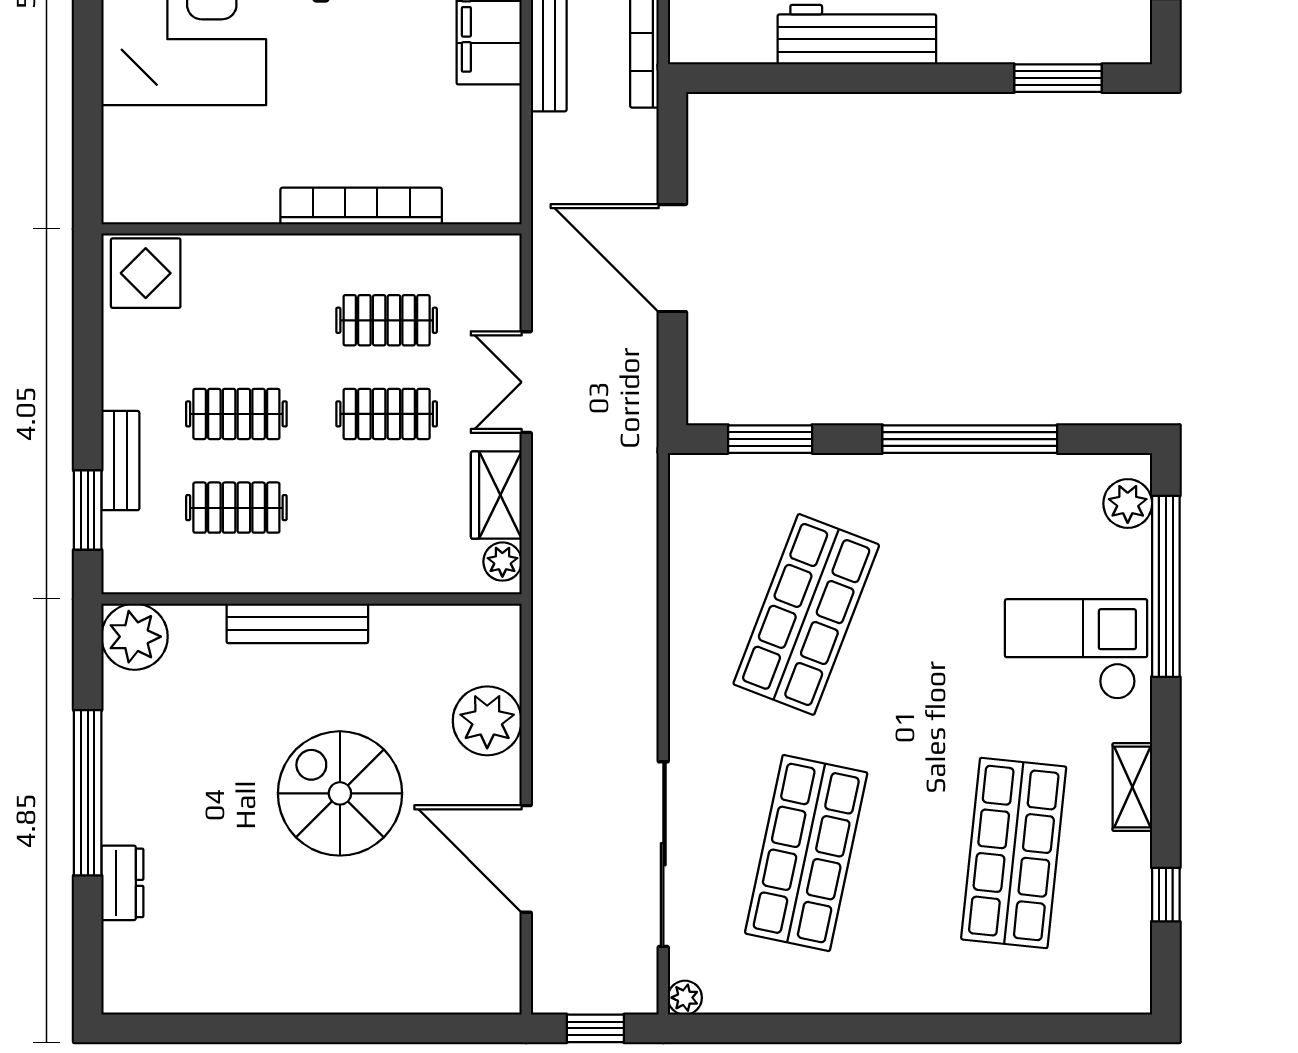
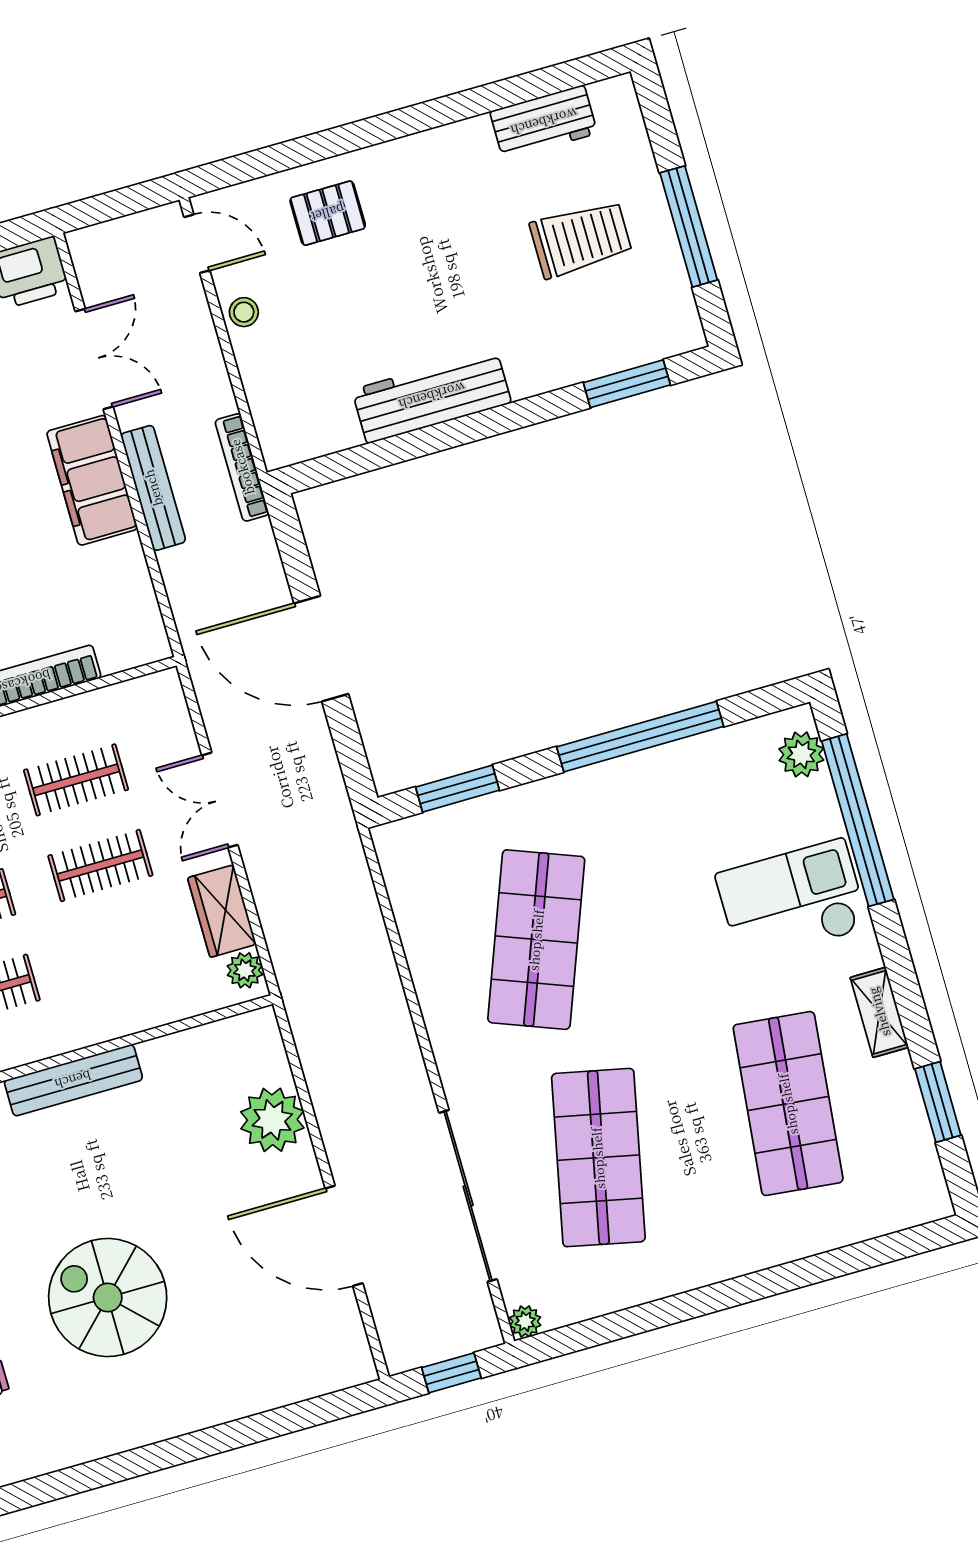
spiral stairs: (340, 793) -> (108, 1298), moved
window: (1166, 895) -> (938, 1102), width x1.50

